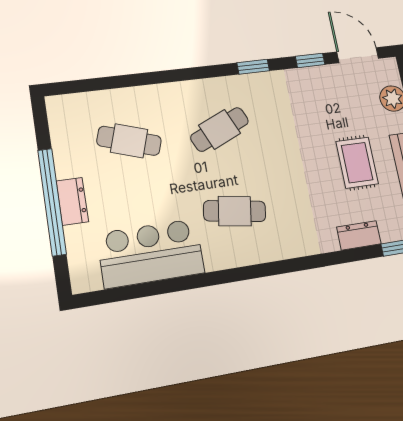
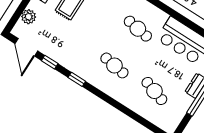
cafe table: (220, 129) -> (114, 65), turned 33

